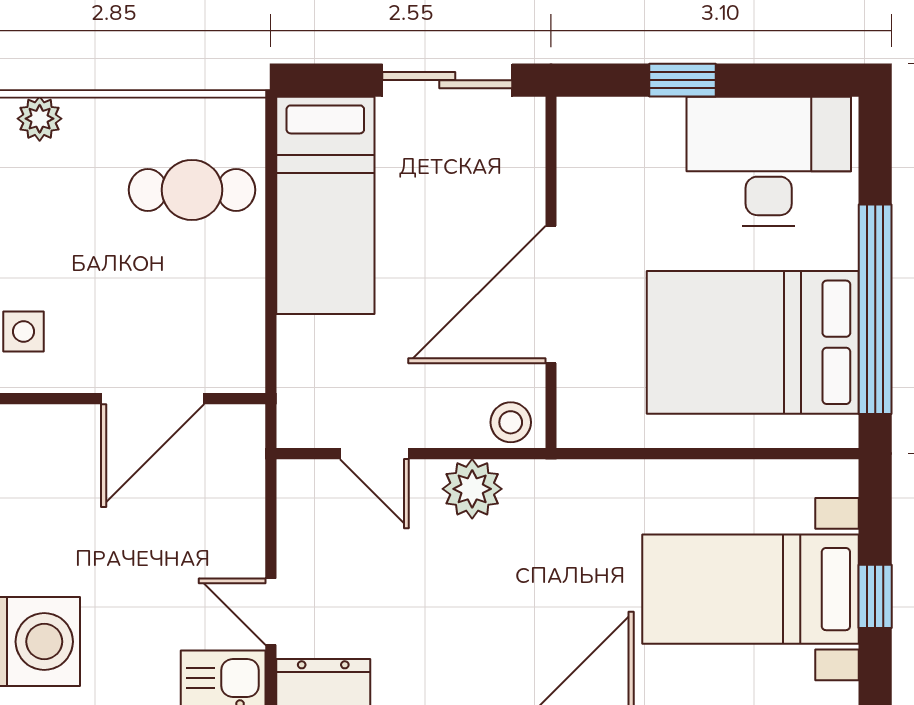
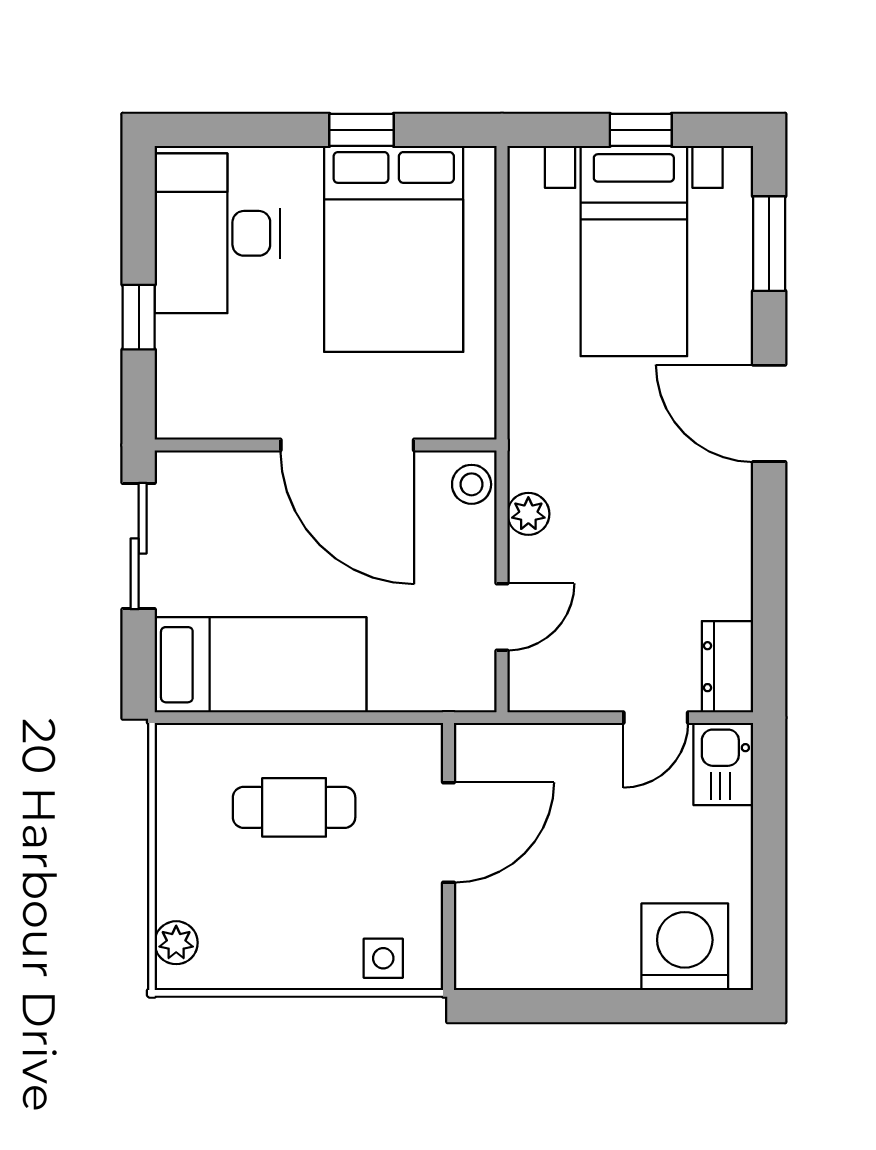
cafe table: (192, 190) -> (294, 807), moved, turned 90
window: (875, 309) -> (362, 130), width x0.32
door: (153, 399) -> (449, 833), hinge flipped
plant: (472, 489) -> (528, 514), width x0.73, depth x0.73

